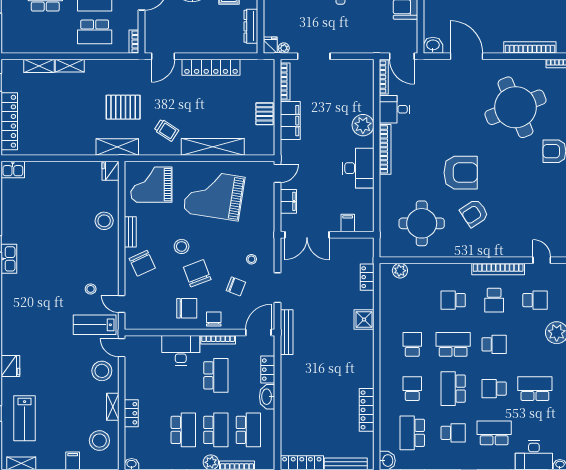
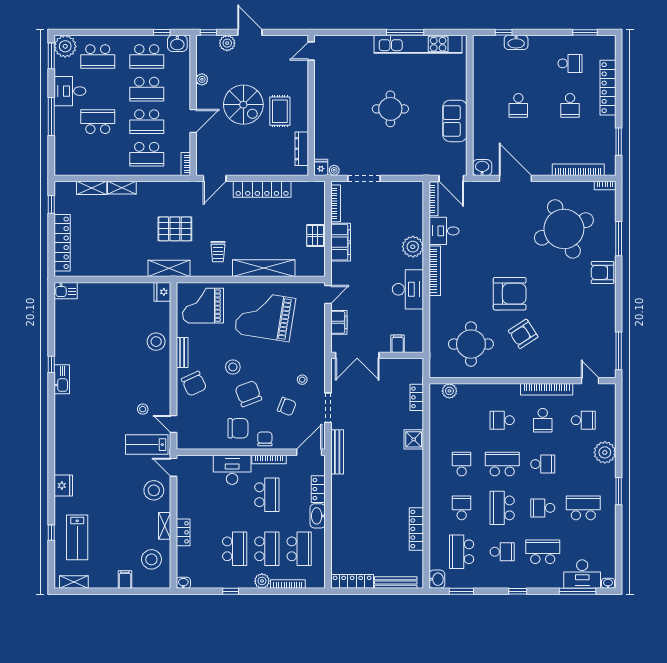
trolley: (166, 130) -> (218, 252), turned 57

